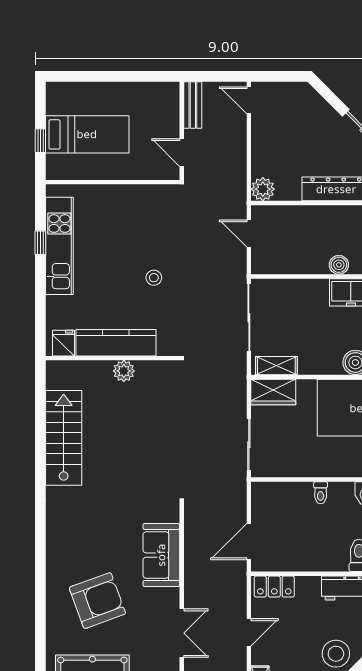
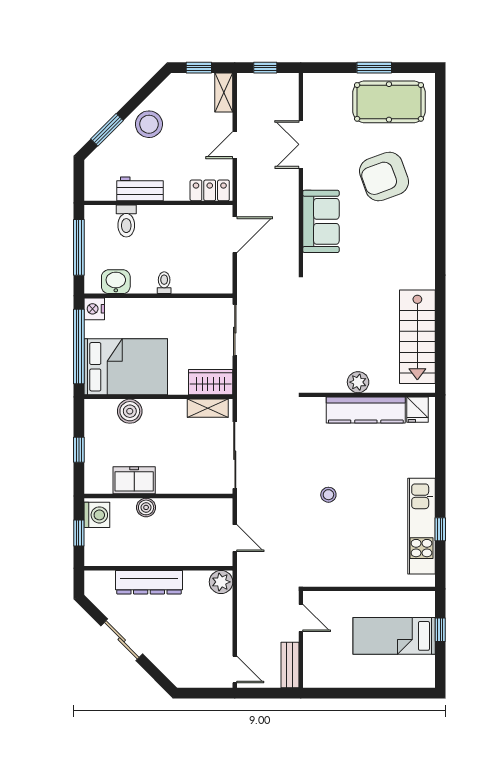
fridge: (63, 343) -> (417, 410), moved
kitchen counter: (116, 343) -> (366, 410), moved
wall: (113, 358) -> (369, 395), moved
plant: (124, 371) -> (358, 382), moved

